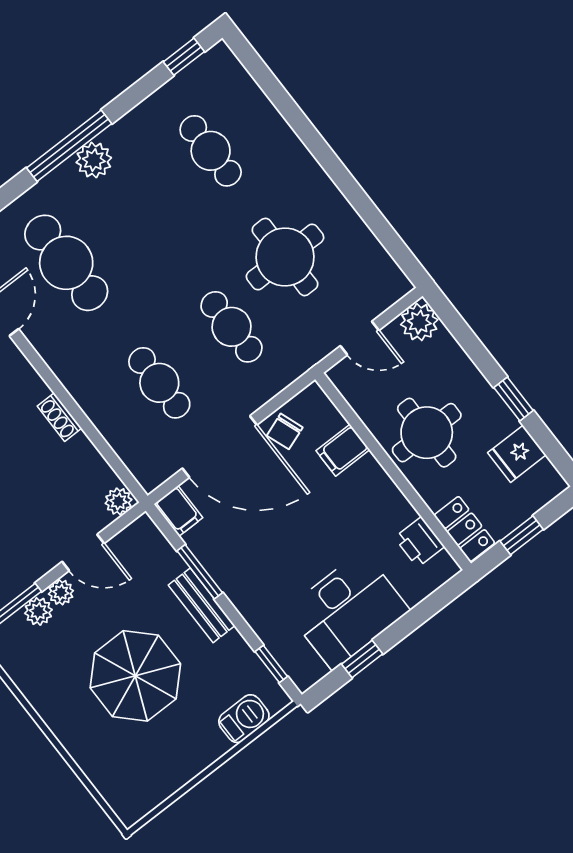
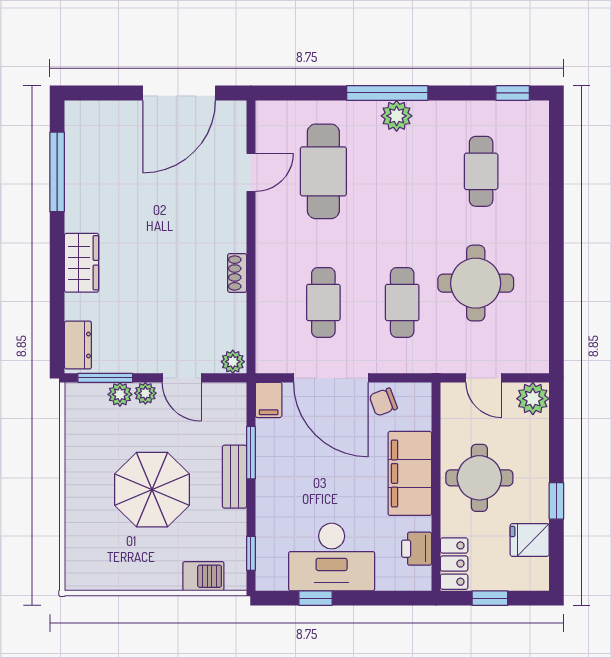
filing cabinet: (343, 450) -> (410, 473), width x3.00, depth x1.17

